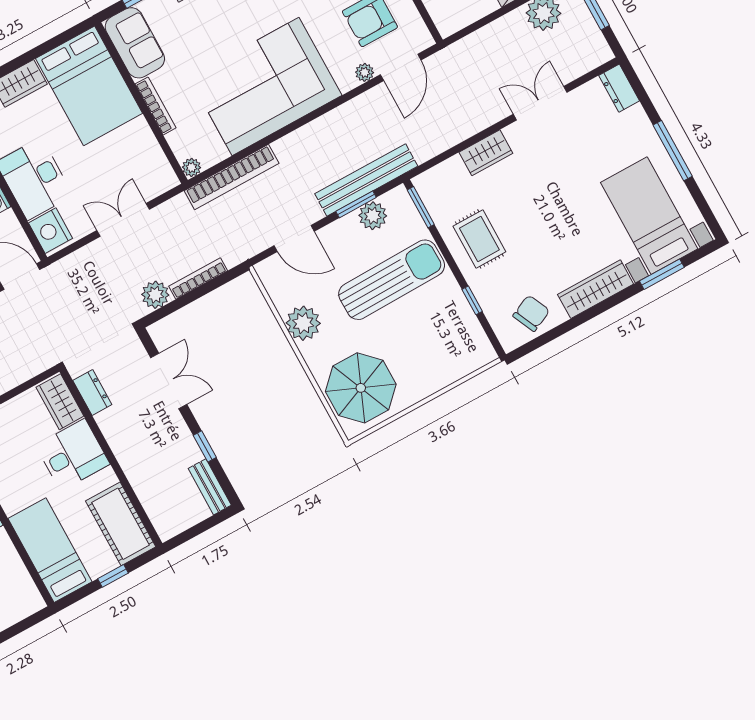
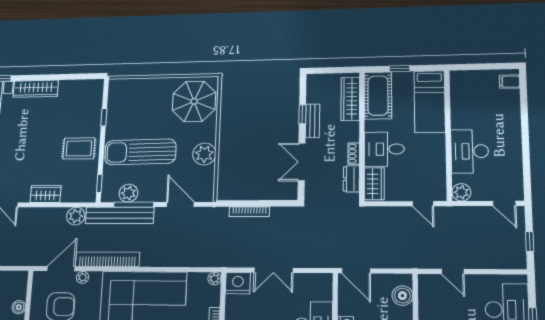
bookcase: (232, 177) -> (107, 259), moved
window: (356, 204) -> (134, 205), width x1.44
window: (421, 207) -> (99, 183), width x0.67
nightstand: (51, 231) -> (238, 283), moved, turned -90
rug: (479, 239) -> (79, 148), turned 90
plant: (155, 295) -> (76, 216), moved
chair: (531, 313) -> (77, 94), removed
shoe rack: (108, 428) -> (354, 154), added
bench: (210, 487) -> (312, 121), moved
wardrobe: (154, 501) -> (350, 99), added

